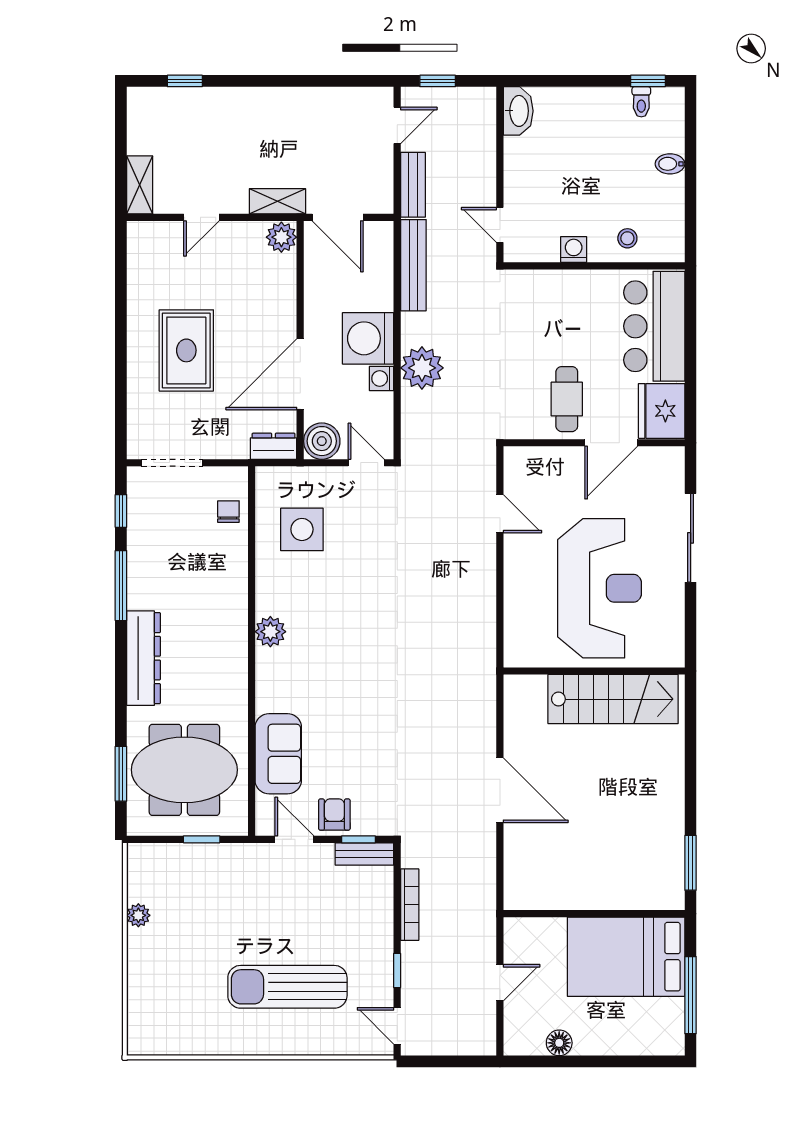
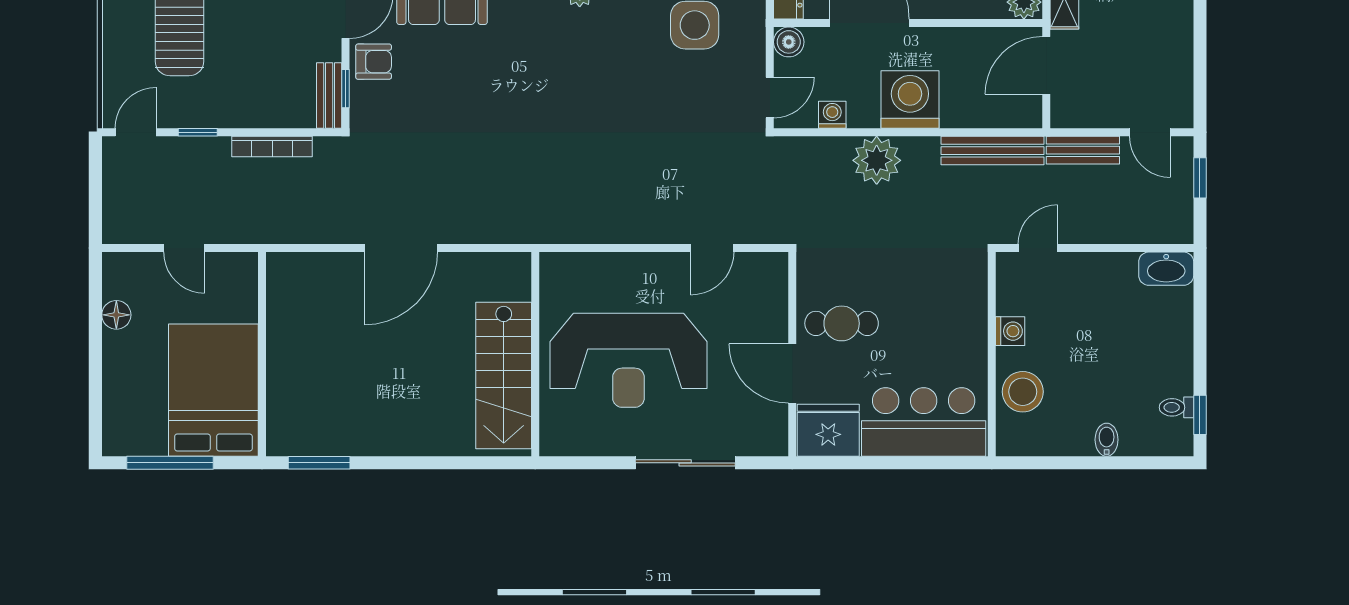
stool: (627, 238) -> (1023, 392), width x1.89, depth x1.89
washing machine: (382, 378) -> (832, 115), moved
boiler: (322, 441) -> (789, 42), width x0.73, depth x0.73

